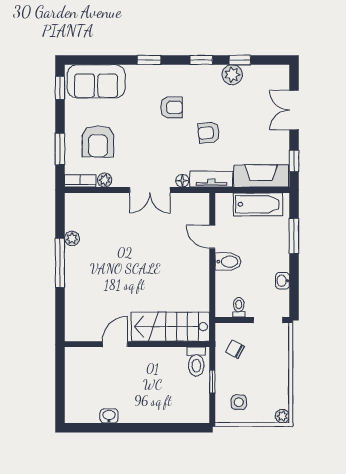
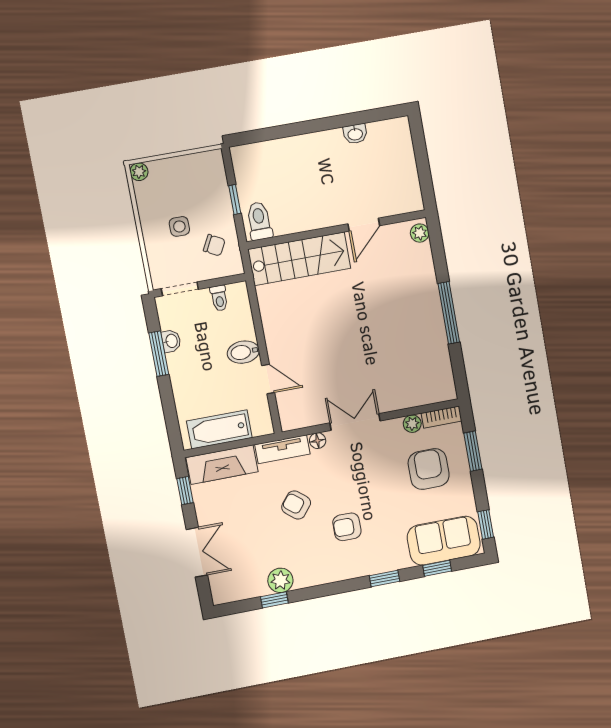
window: (201, 60) -> (437, 568), moved
armchair: (209, 133) -> (296, 505), turned -135
window: (294, 236) -> (159, 354), moved
plant: (72, 238) -> (420, 233), moved
side table: (239, 402) -> (179, 226), moved

